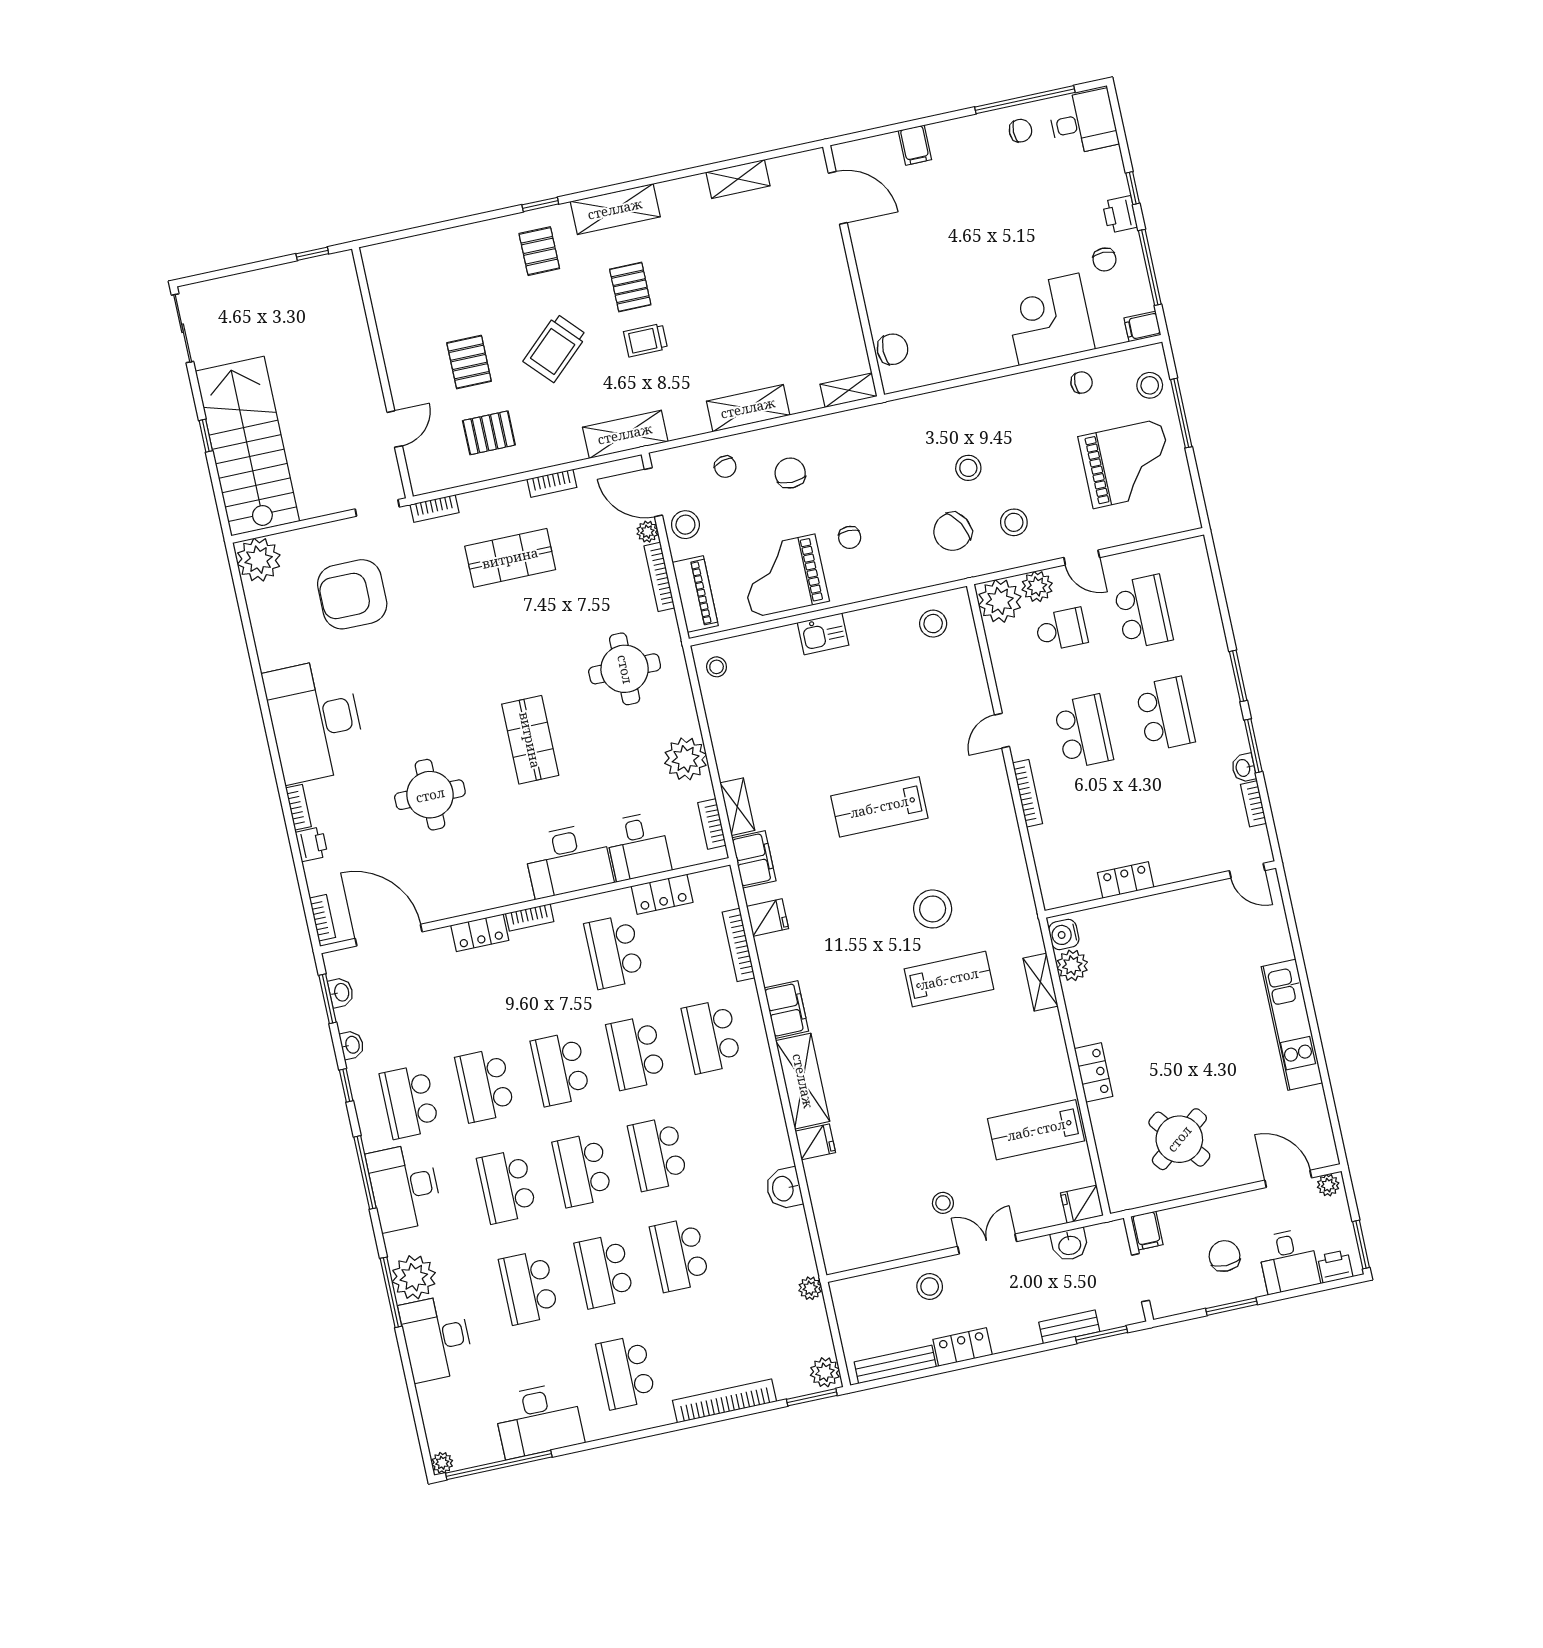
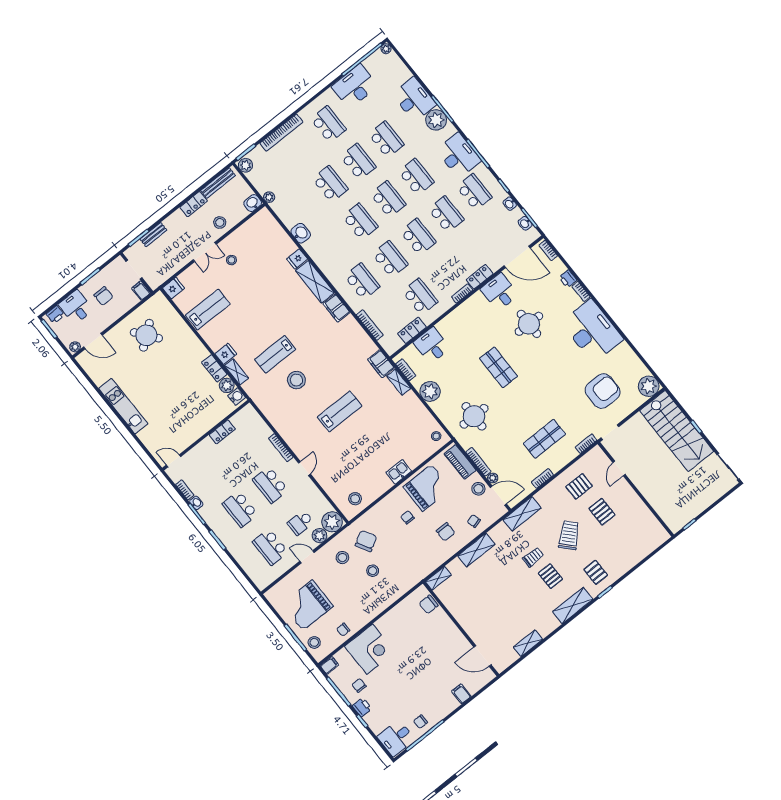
desk: (568, 860) -> (500, 292), moved, width x0.73
fridge: (768, 918) -> (226, 354), moved, turned 180
locker: (1094, 1072) -> (214, 368), moved
washbasin: (1070, 1245) -> (253, 203), moved

